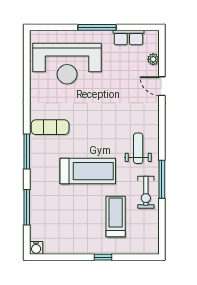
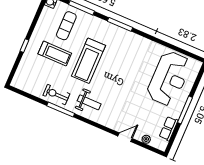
reception desk: (67, 64) -> (169, 78), turned 180
exercise mat: (50, 127) -> (66, 26), moved
treadmill: (116, 217) -> (55, 54), moved

